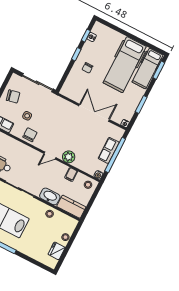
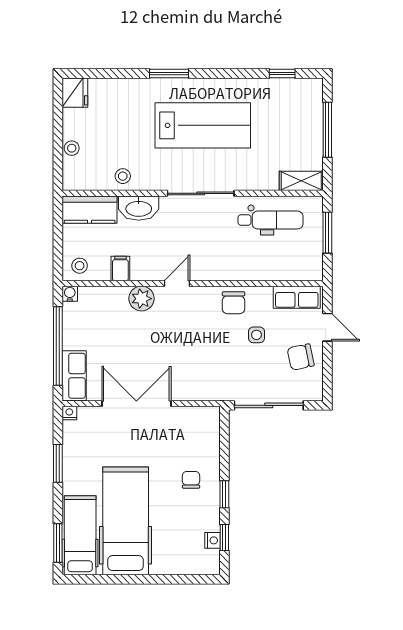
double door: (94, 113) -> (136, 404), swing flipped
row of seats: (109, 150) -> (74, 376), moved
fridge: (57, 251) -> (75, 93), moved

